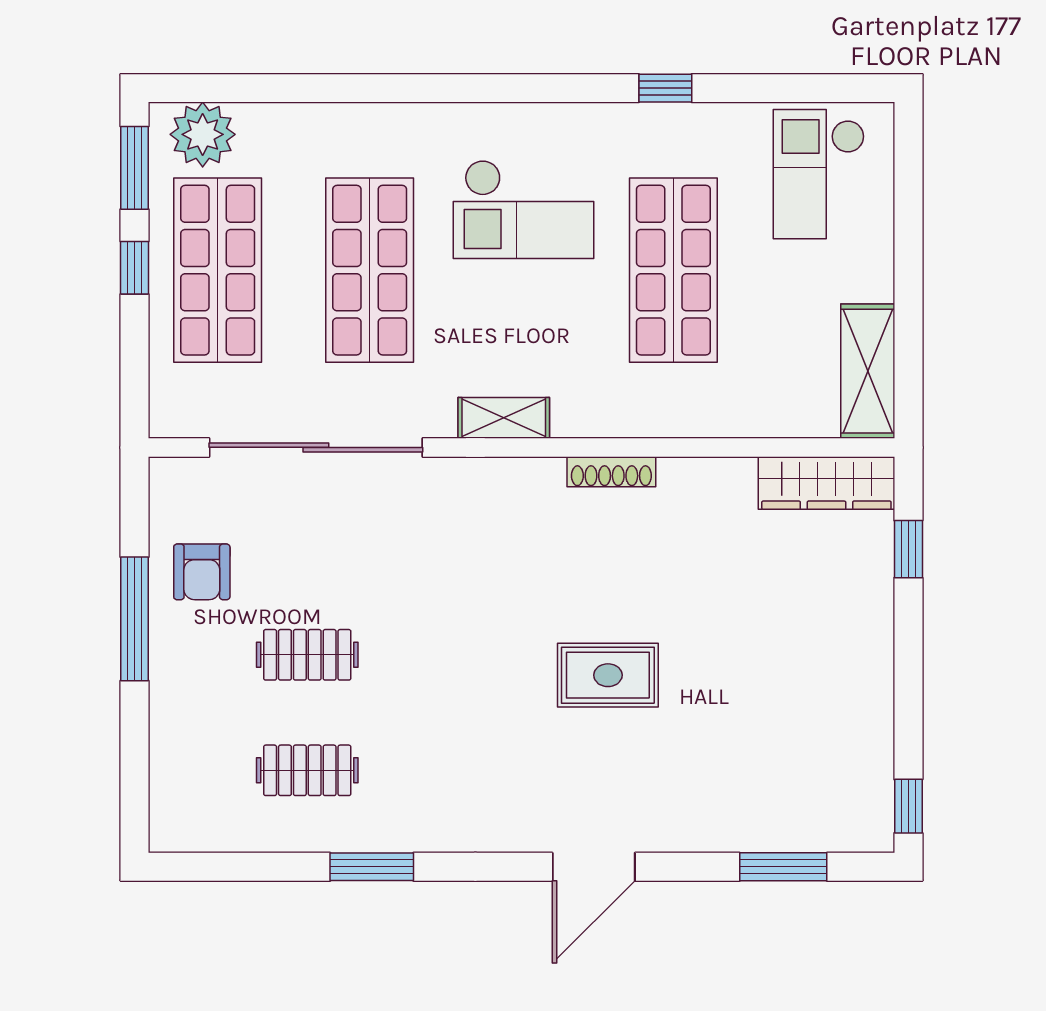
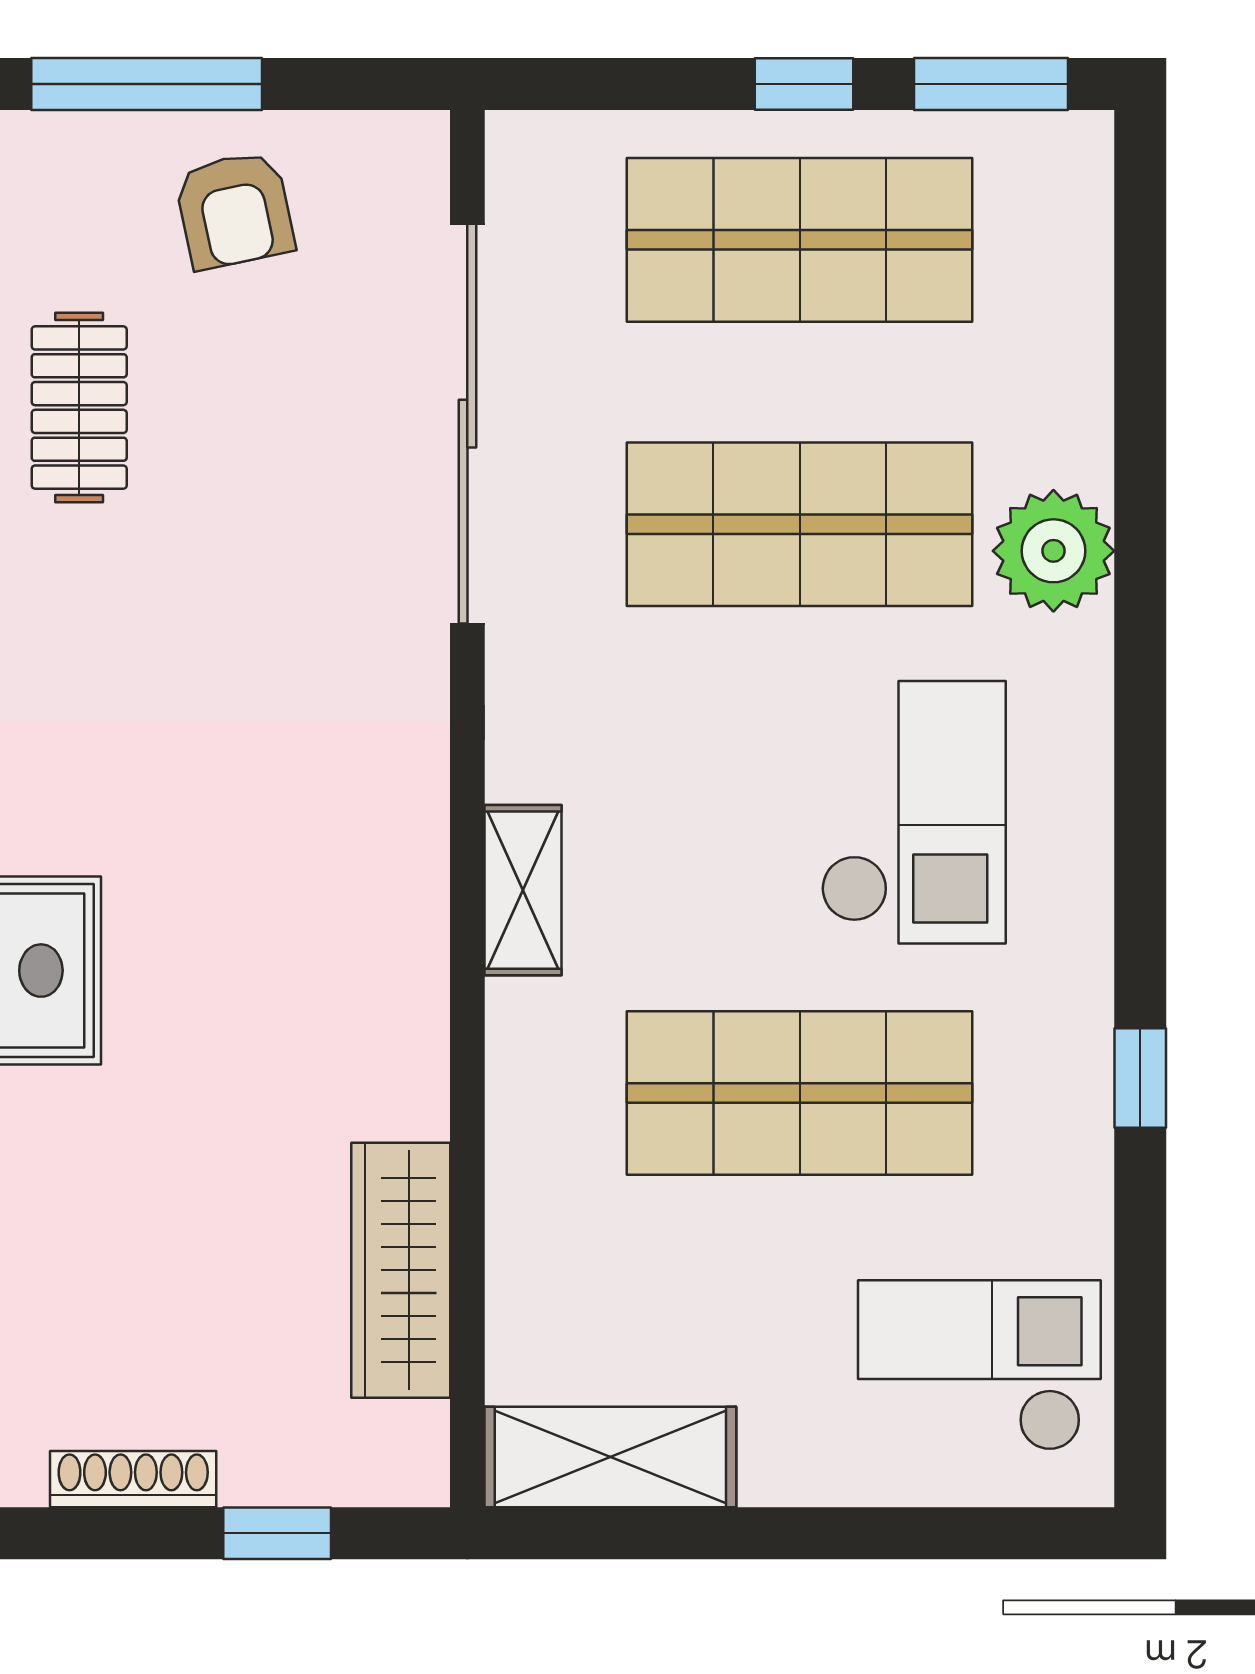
plant: (203, 134) -> (1053, 551), moved
checkout: (523, 209) -> (913, 812), turned 180
shelving: (504, 418) -> (523, 890), moved
shoe rack: (611, 472) -> (133, 1479), moved, turned 90
wardrobe: (826, 483) -> (401, 1270), moved
armchair: (202, 572) -> (234, 210), turned -102

